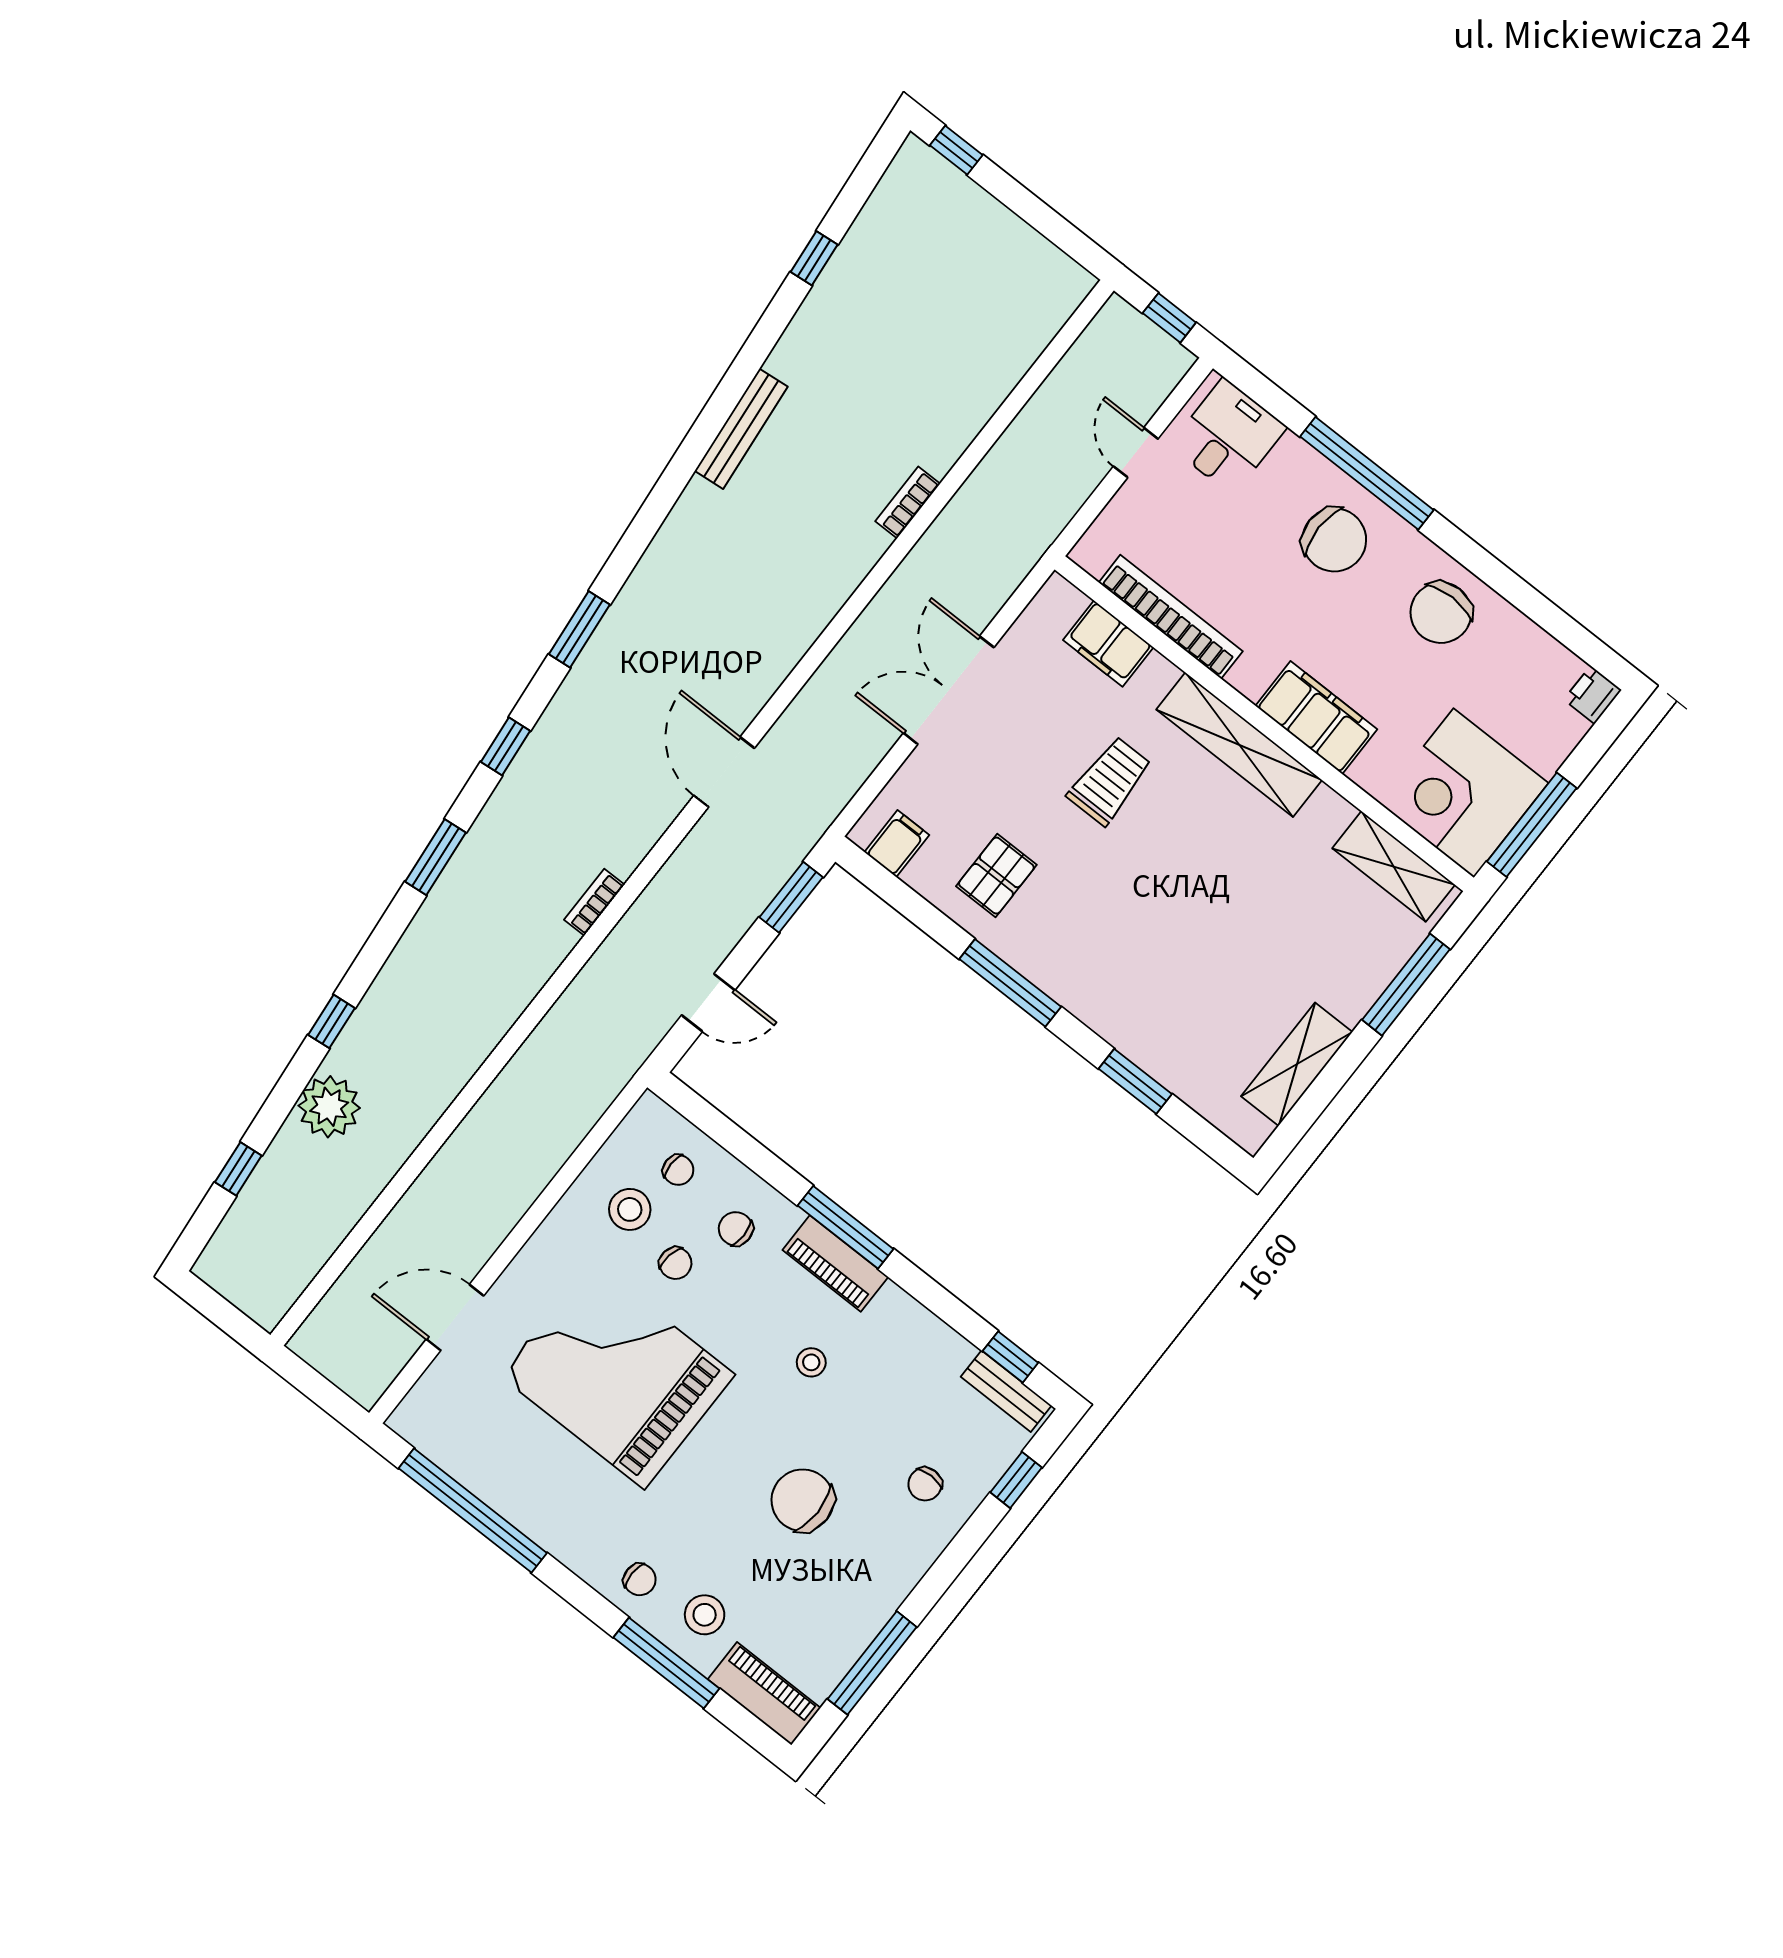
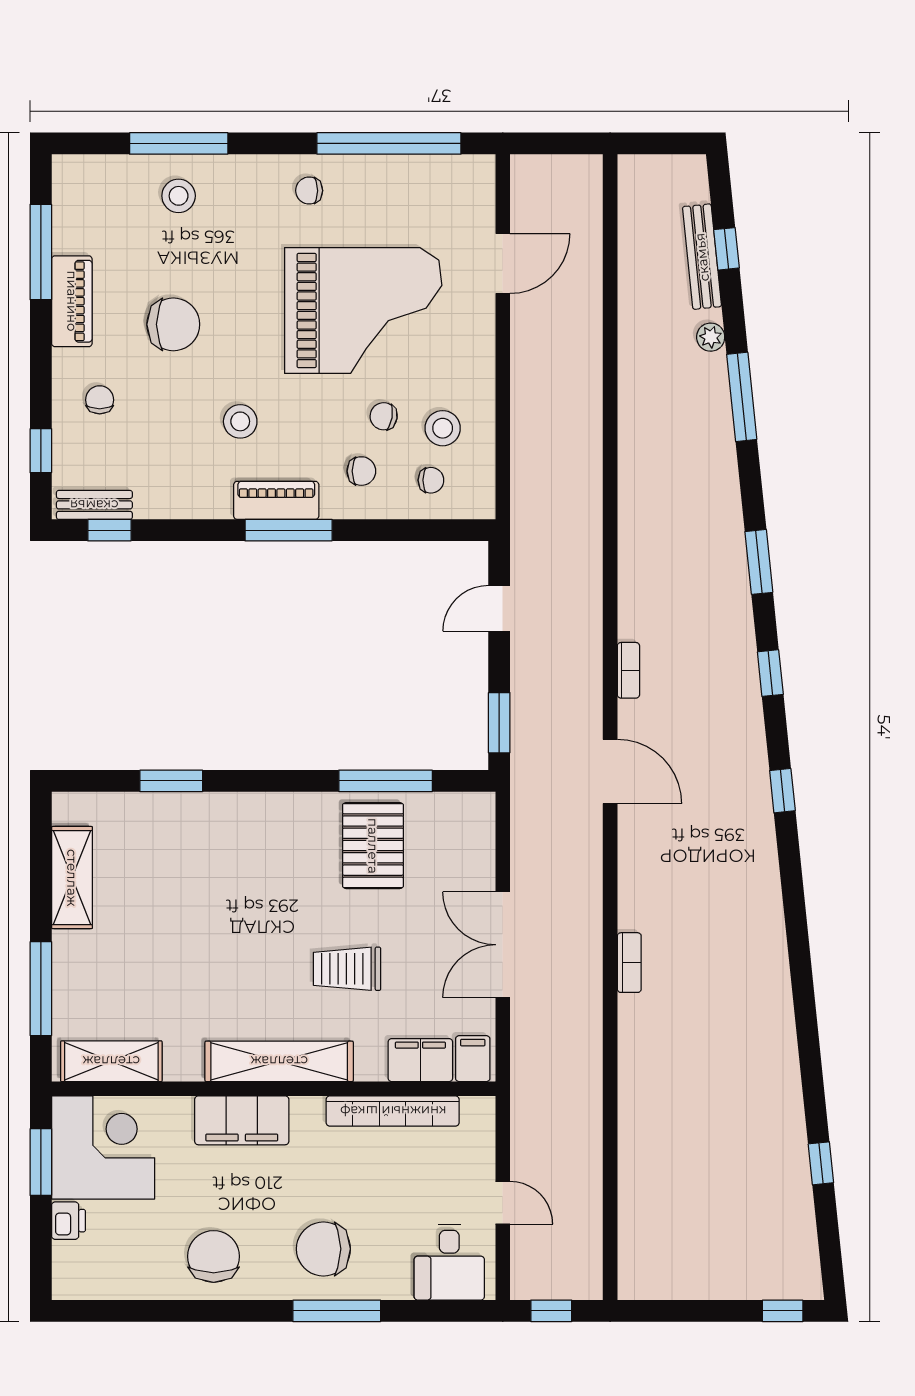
bench: (741, 429) -> (702, 257), moved
window: (1367, 473) -> (337, 1311), width x0.68
bookcase: (908, 502) -> (629, 963), moved
window: (579, 629) -> (782, 791), width x0.67
double door: (949, 690) -> (503, 945), swing flipped
printer: (1593, 695) -> (69, 1221), moved
trolley: (1110, 781) -> (347, 969), turned 90
window: (1532, 825) -> (41, 1162), width x0.69
filing cabinet: (897, 844) -> (473, 1059), moved, turned 180
pallet: (996, 876) -> (373, 846), width x1.50, depth x1.42
bookcase: (594, 902) -> (628, 670), moved
window: (1010, 983) -> (386, 781), moved
window: (332, 1021) -> (742, 397), width x2.17
plant: (329, 1107) -> (711, 337), width x0.53, depth x0.53
chair: (678, 1170) -> (431, 480), turned 180
stool: (811, 1362) -> (240, 421), width x1.37, depth x1.37
chair: (640, 1580) -> (309, 191), moved
piano: (764, 1694) -> (72, 301), moved, turned -90

